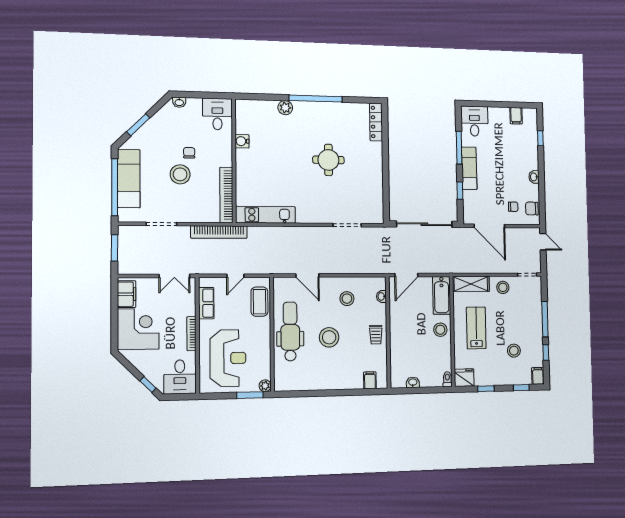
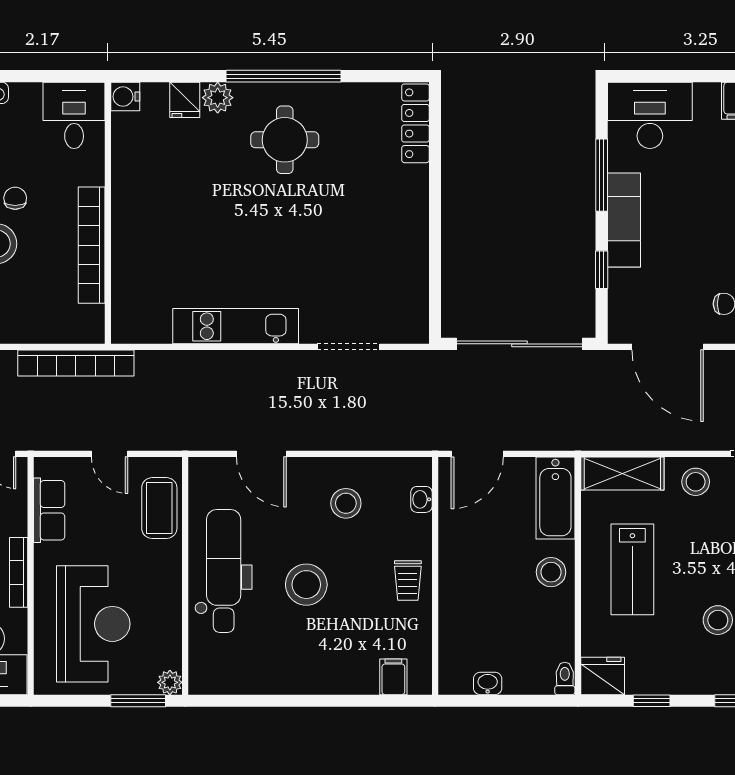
fridge: (270, 108) -> (185, 100), added
desk: (474, 121) -> (650, 115), width x1.37
water cooler: (242, 141) -> (125, 97), moved
round table: (328, 160) -> (285, 140), moved
bookcase: (226, 195) -> (92, 245), moved
kitchen unit: (266, 215) -> (236, 326), moved
door: (235, 276) -> (110, 454), hinge flipped
lab bench: (476, 328) -> (632, 569), turned 180

